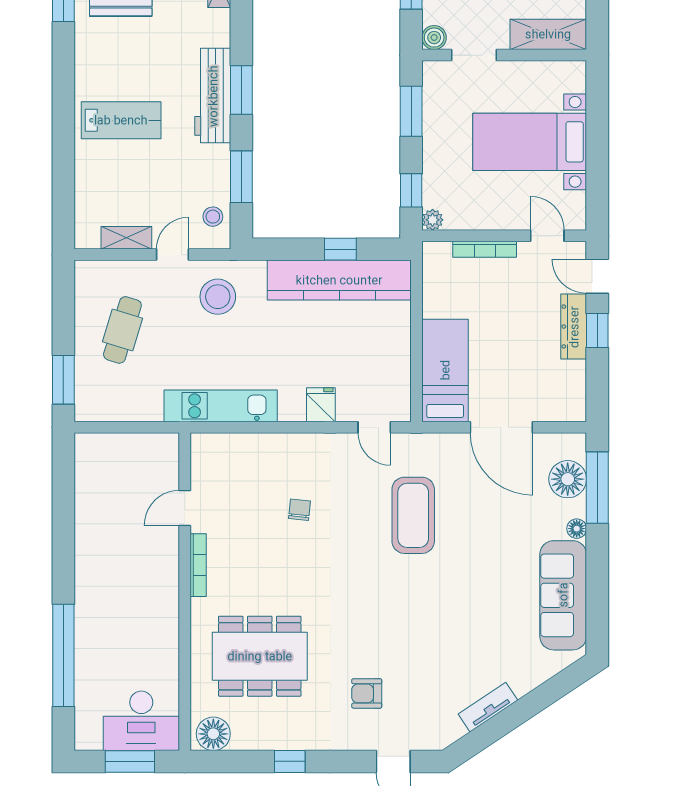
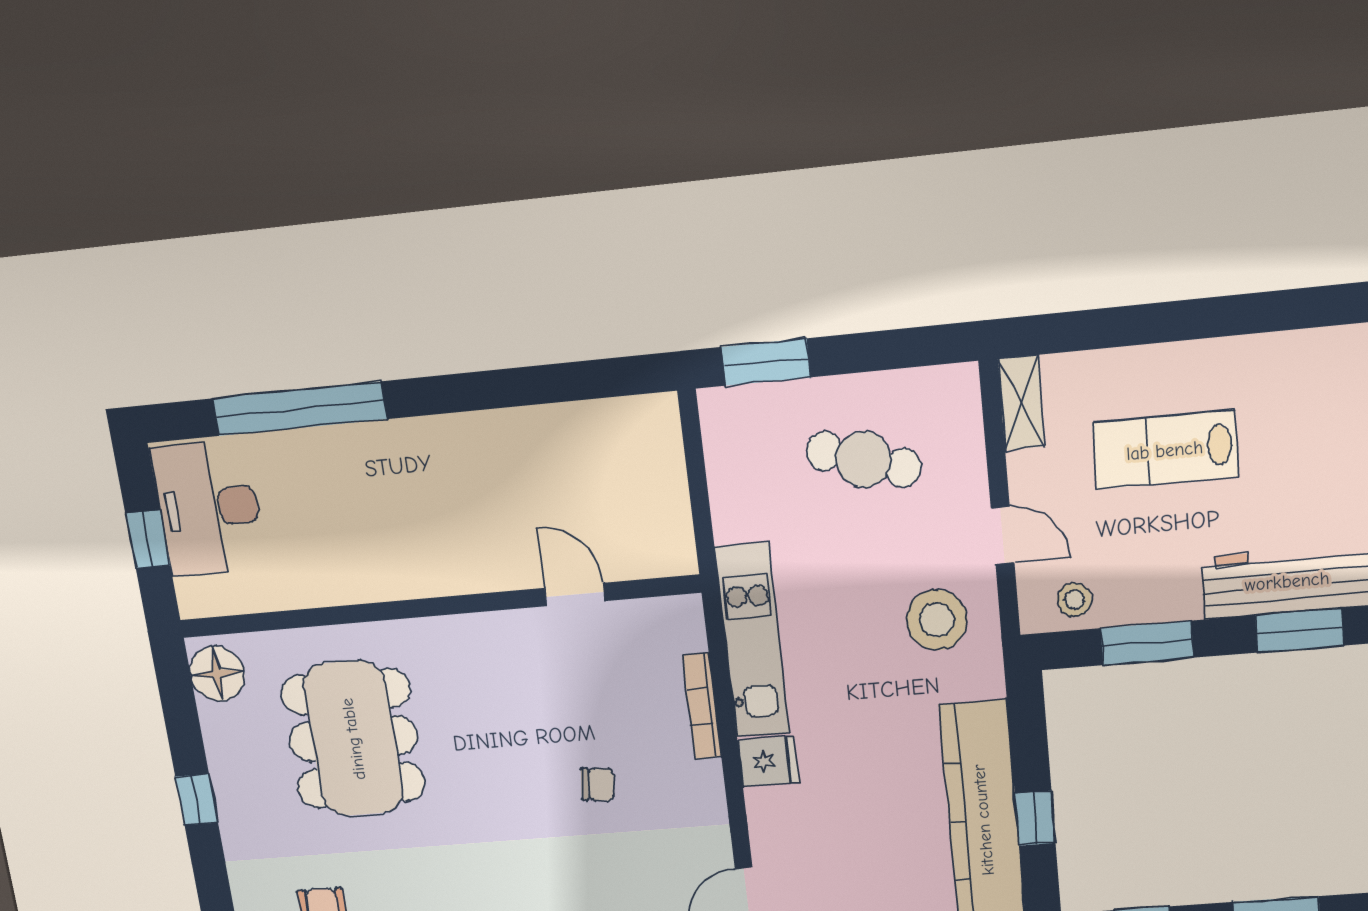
lab bench: (121, 120) -> (1165, 450), moved, turned 90
shelving: (126, 238) -> (1021, 403), moved
fridge: (321, 405) -> (768, 761), moved
bookcase: (198, 565) -> (702, 706), moved, turned 90
desk: (141, 721) -> (208, 508), moved
window: (130, 761) -> (148, 539), width x0.67

